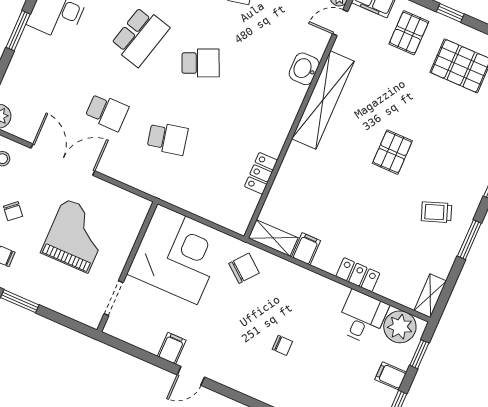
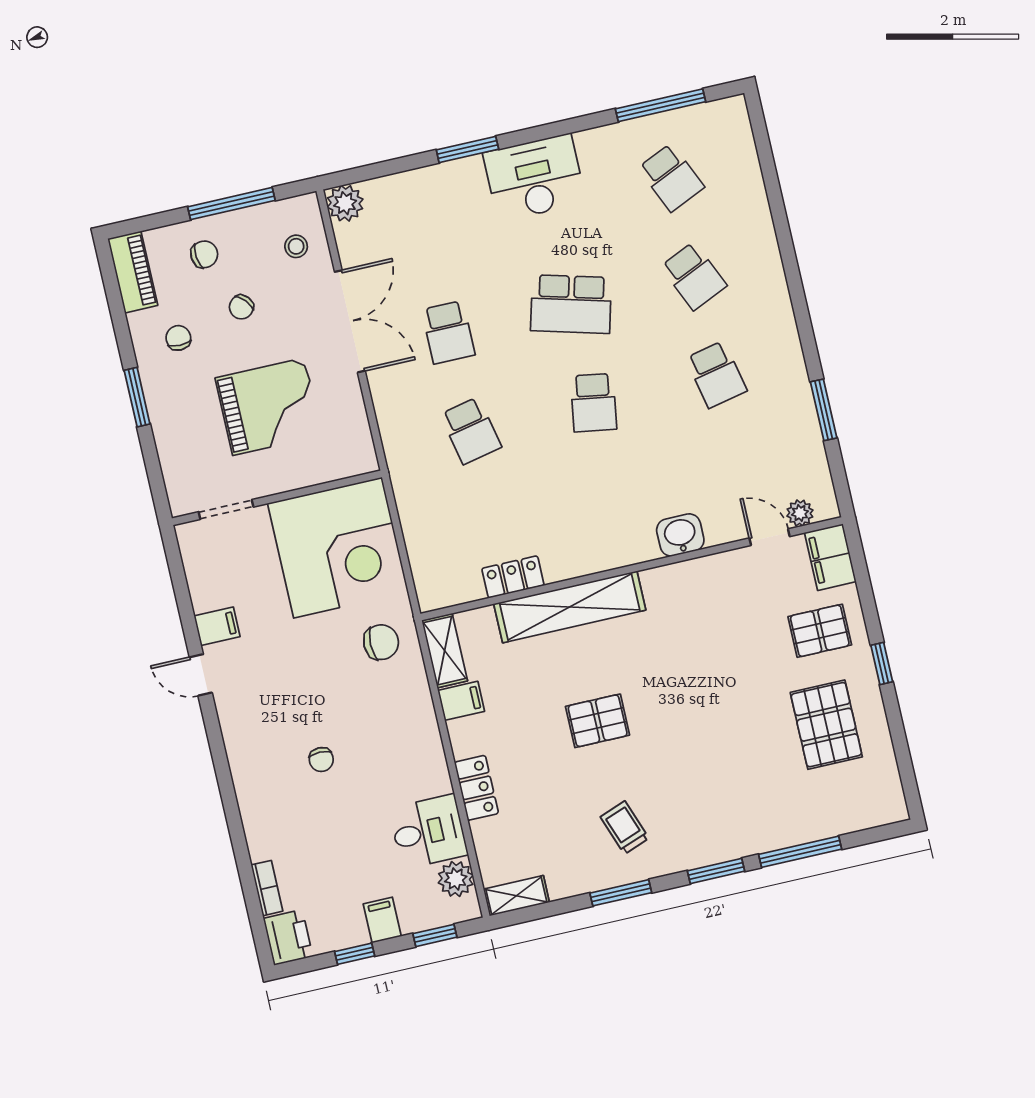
school desk: (201, 63) -> (594, 403), turned 33
shelving: (323, 100) -> (570, 607), moved
pallet: (392, 152) -> (598, 721), moved
chair: (244, 268) -> (381, 642), turned -39
plant: (400, 327) -> (456, 879), width x0.73, depth x0.73

